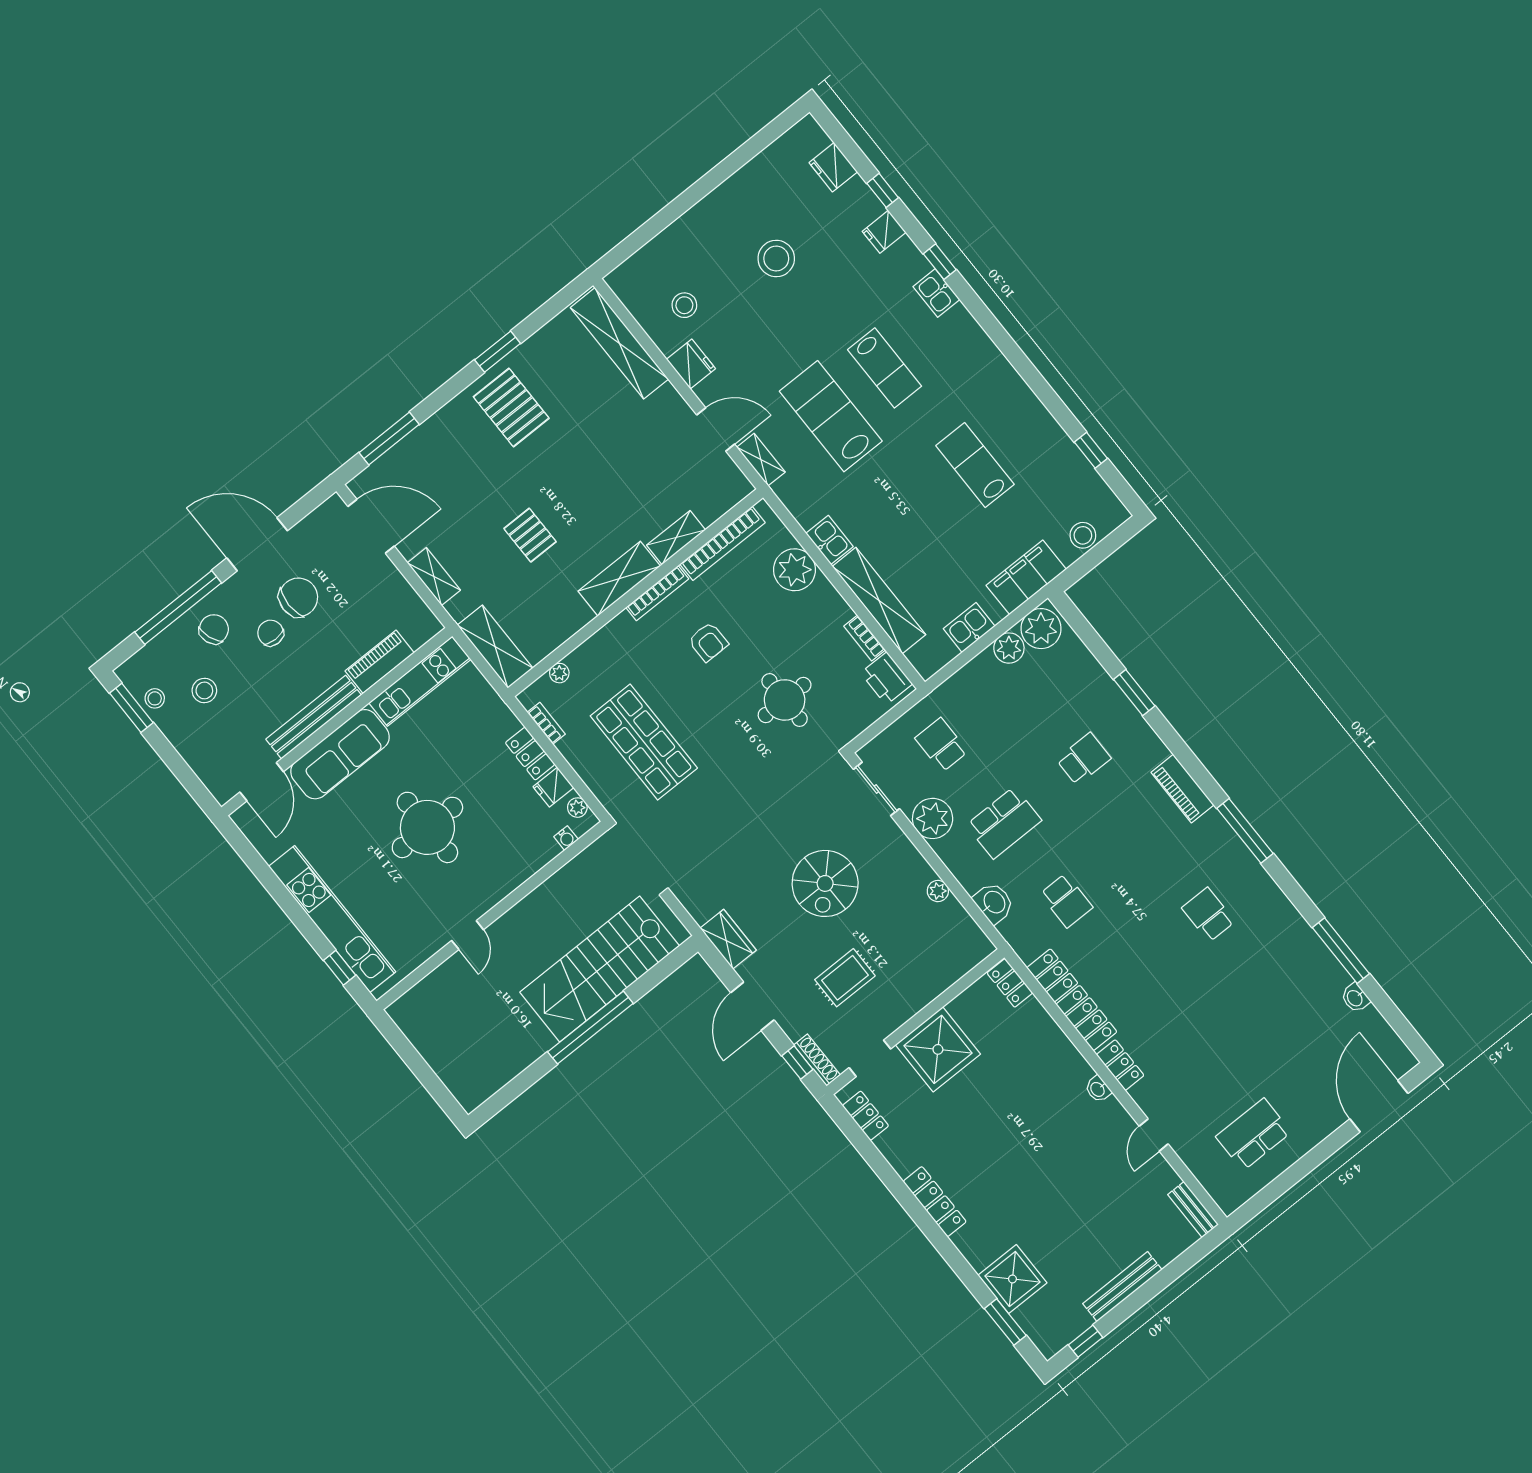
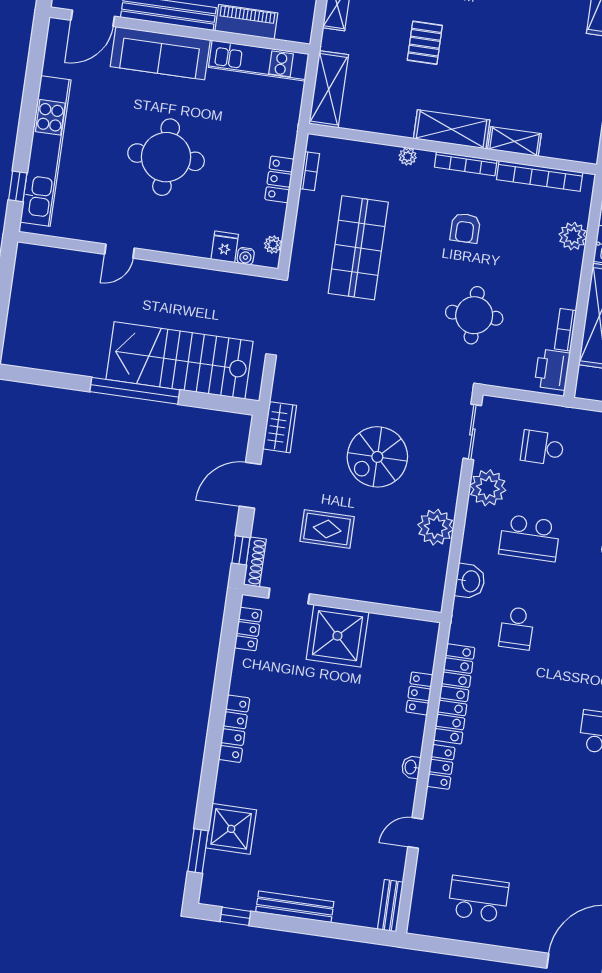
plant: (795, 570) -> (573, 236), width x0.73, depth x0.73
plant: (559, 673) -> (408, 156), moved
school desk: (941, 745) -> (542, 448), turned -90
fridge: (553, 787) -> (225, 247), moved, turned 90
plant: (938, 891) -> (436, 527), width x1.87, depth x1.87
locker: (1010, 983) -> (419, 693), moved

